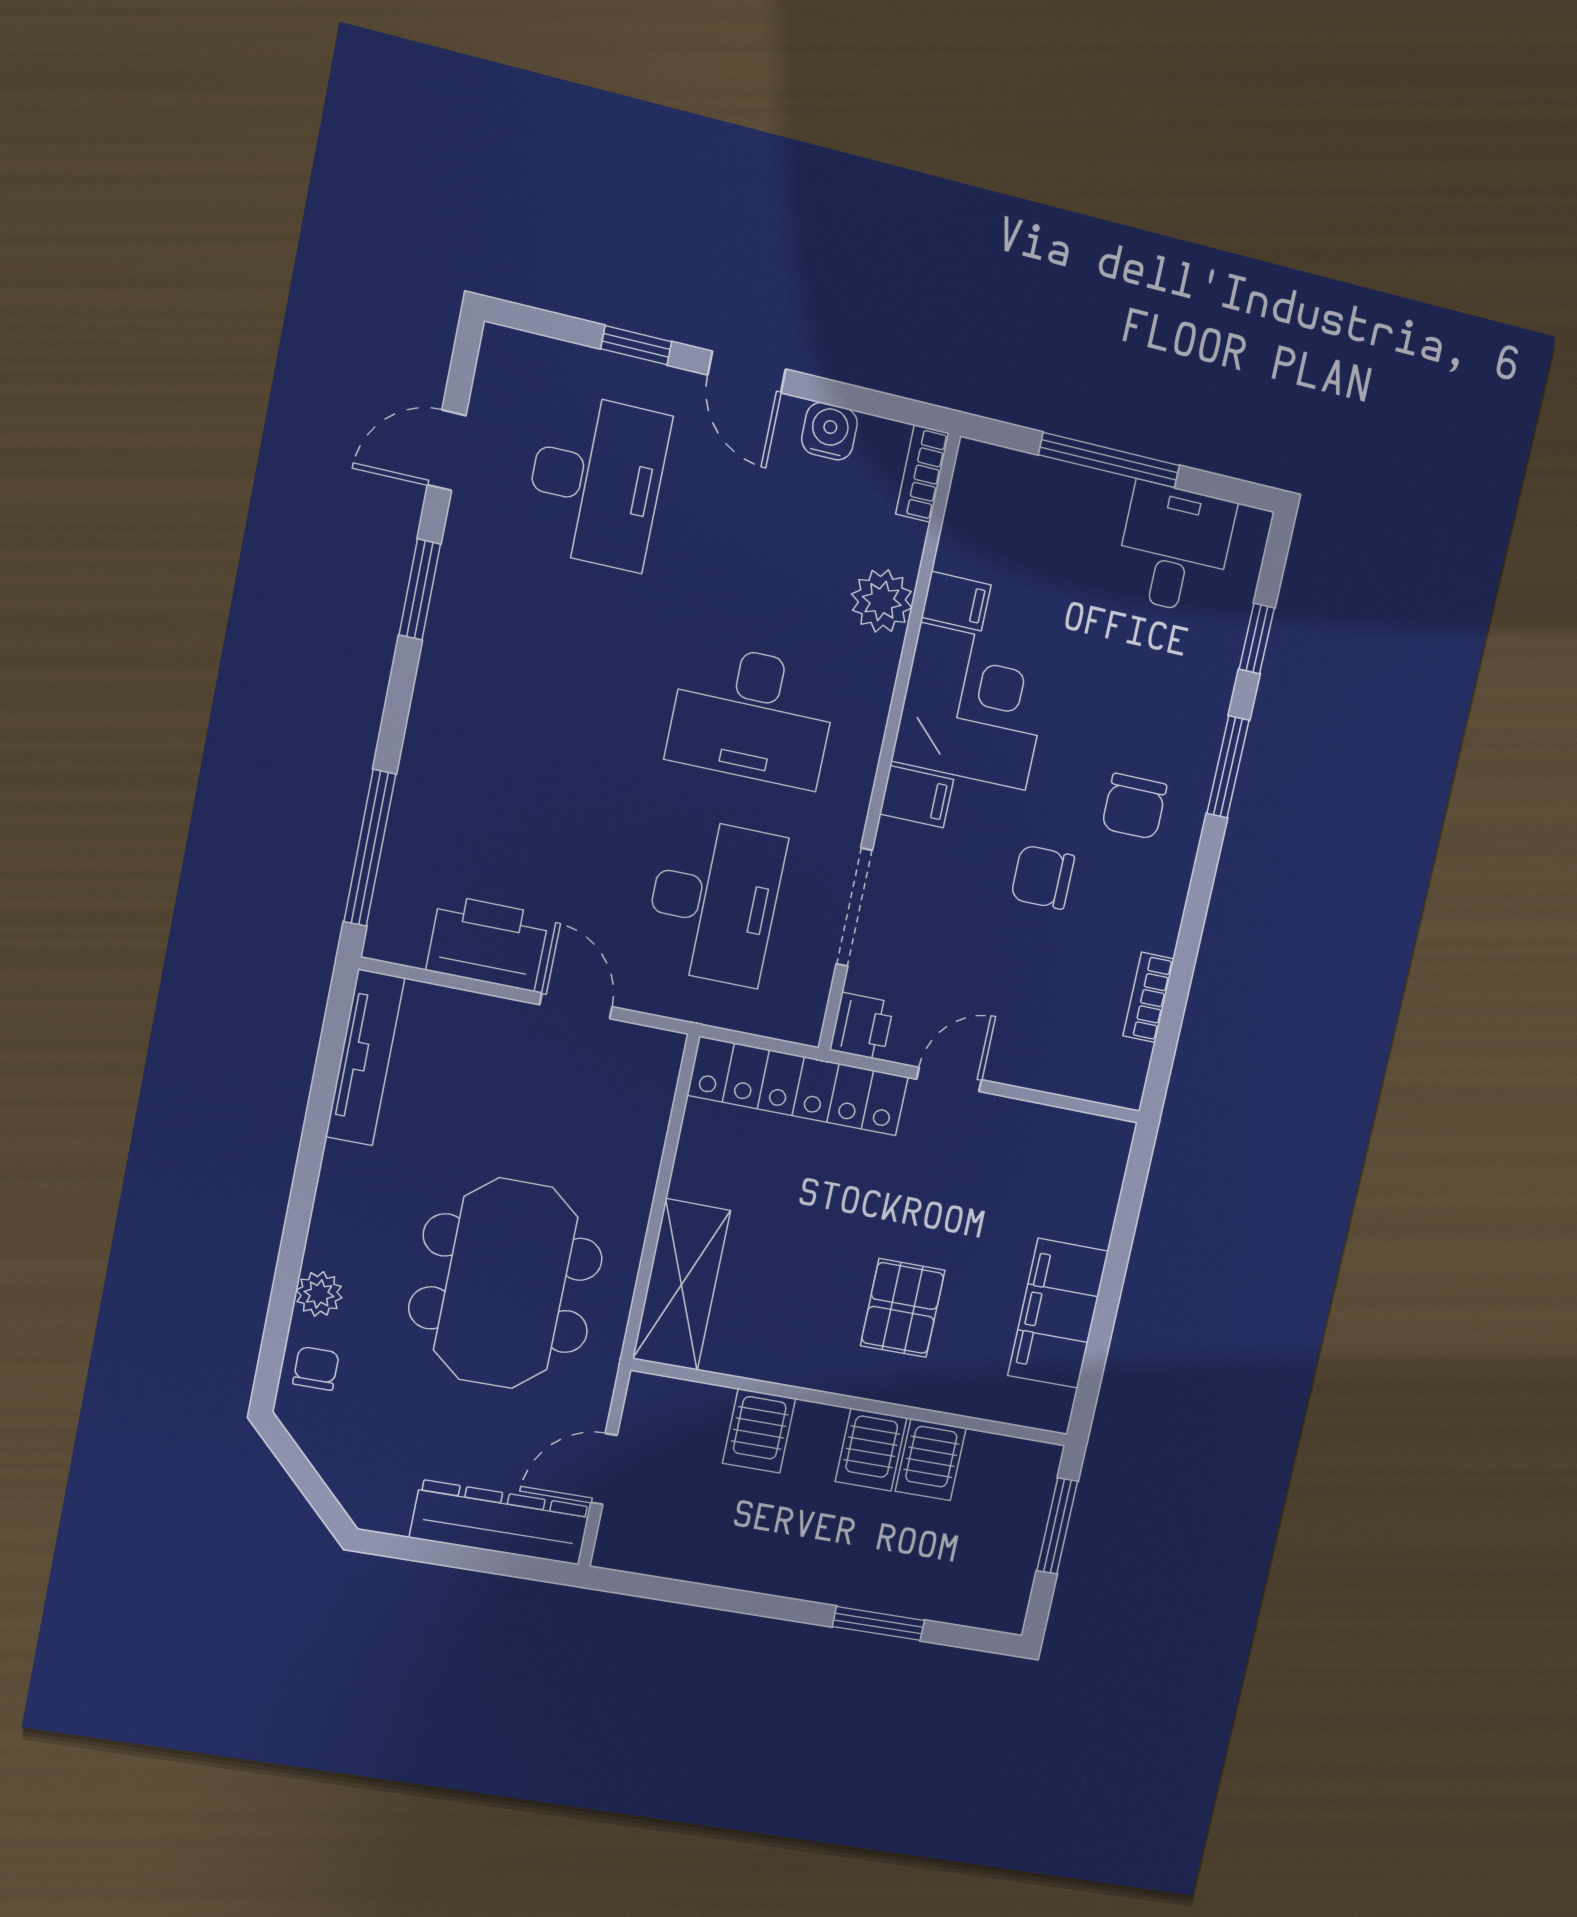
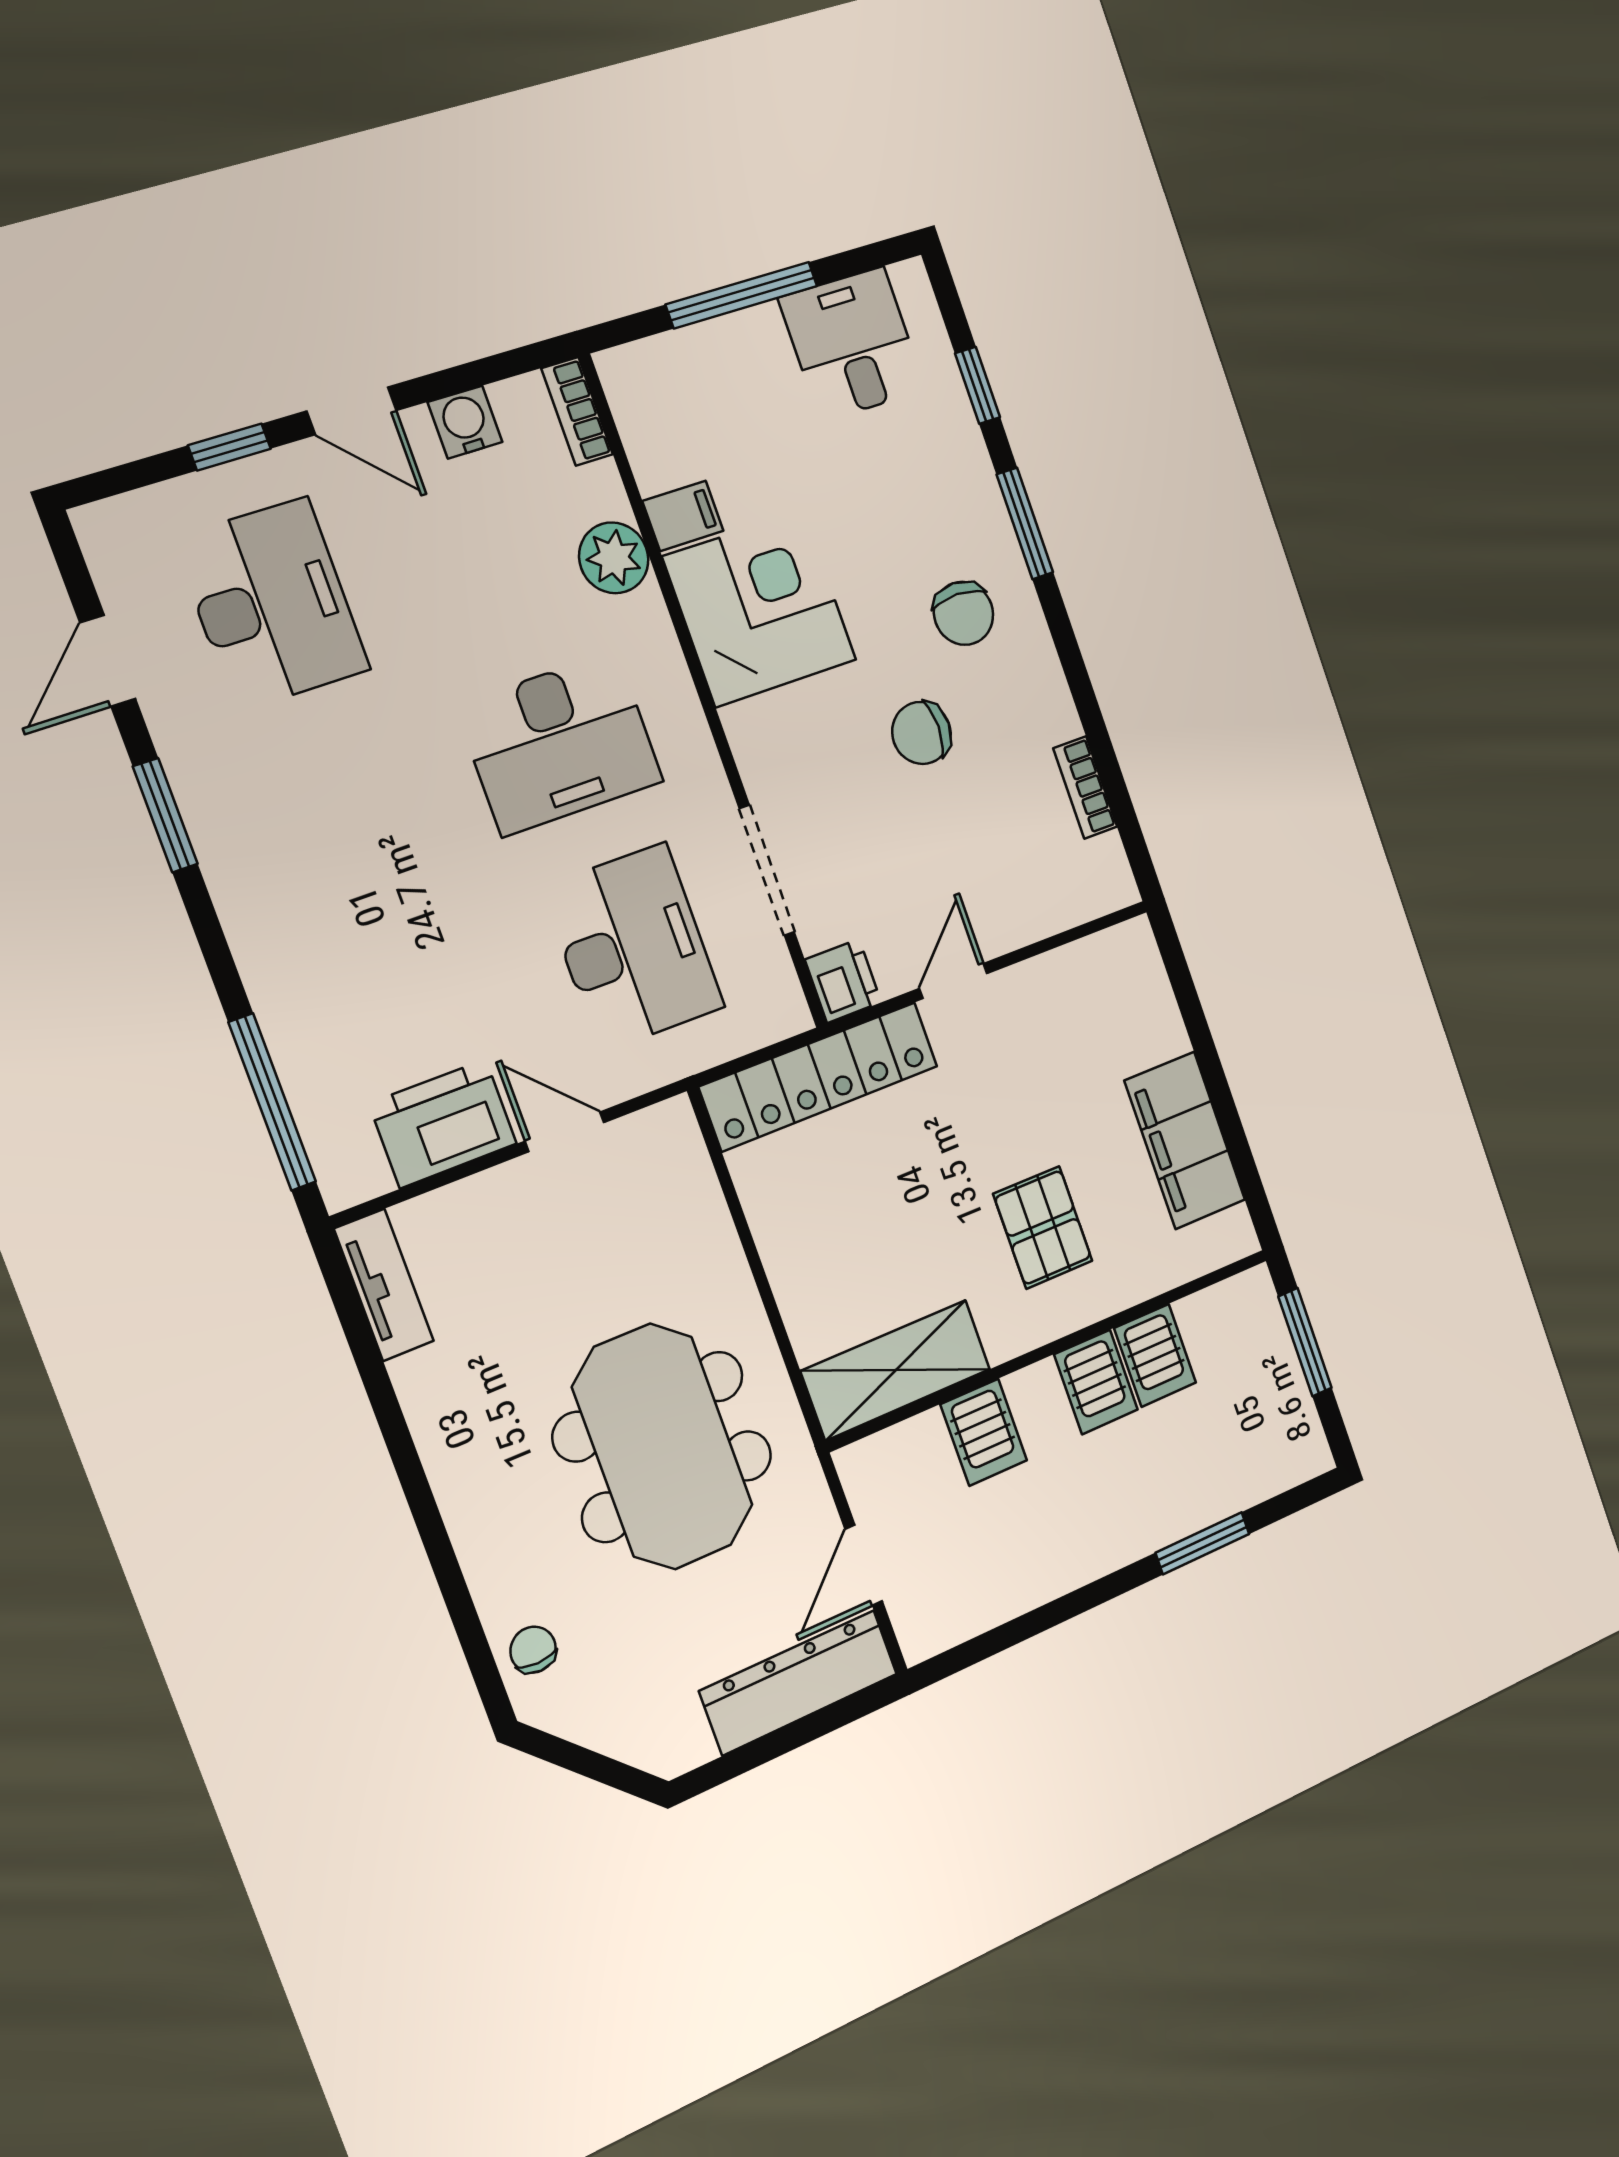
filing cabinet: (917, 797) -> (760, 728), removed
tv unit: (365, 1057) -> (384, 1285), width x0.71
shelving: (681, 1285) -> (896, 1370), moved, turned 90
plant: (319, 1294) -> (491, 1574), removed

